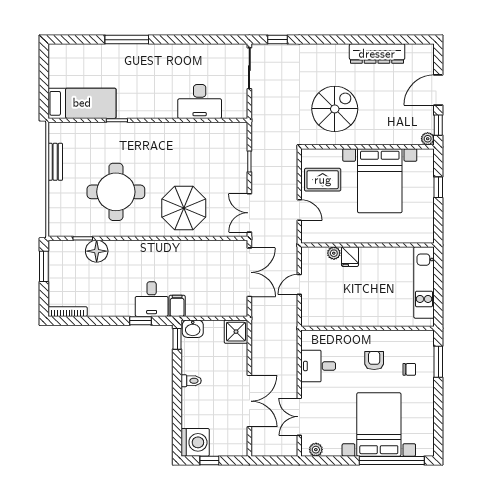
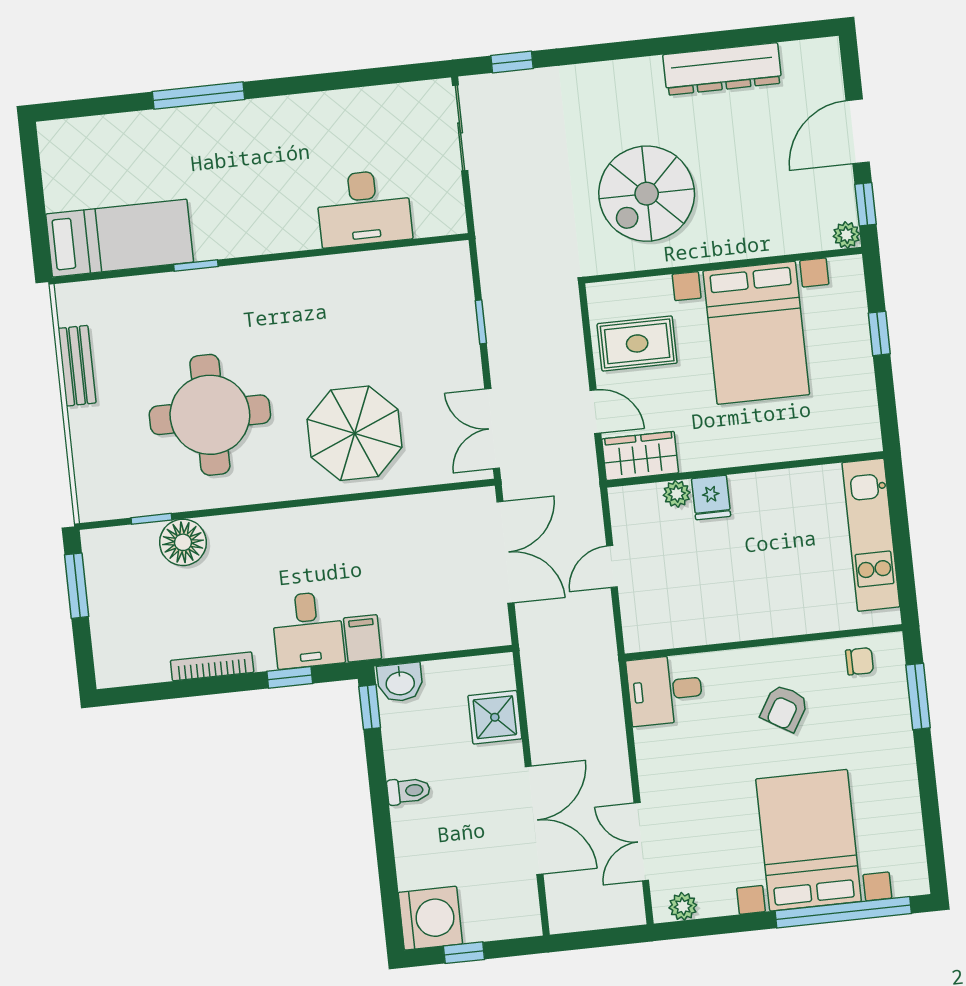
spiral stairs: (335, 109) -> (647, 194), turned 180
wardrobe: (318, 233) -> (640, 456), added
bookcase: (68, 312) -> (212, 666), moved
shower: (236, 332) -> (495, 717), moved
armchair: (374, 360) -> (784, 708), turned -149
desk: (318, 366) -> (665, 690), moved
chair: (409, 369) -> (860, 661), moved

